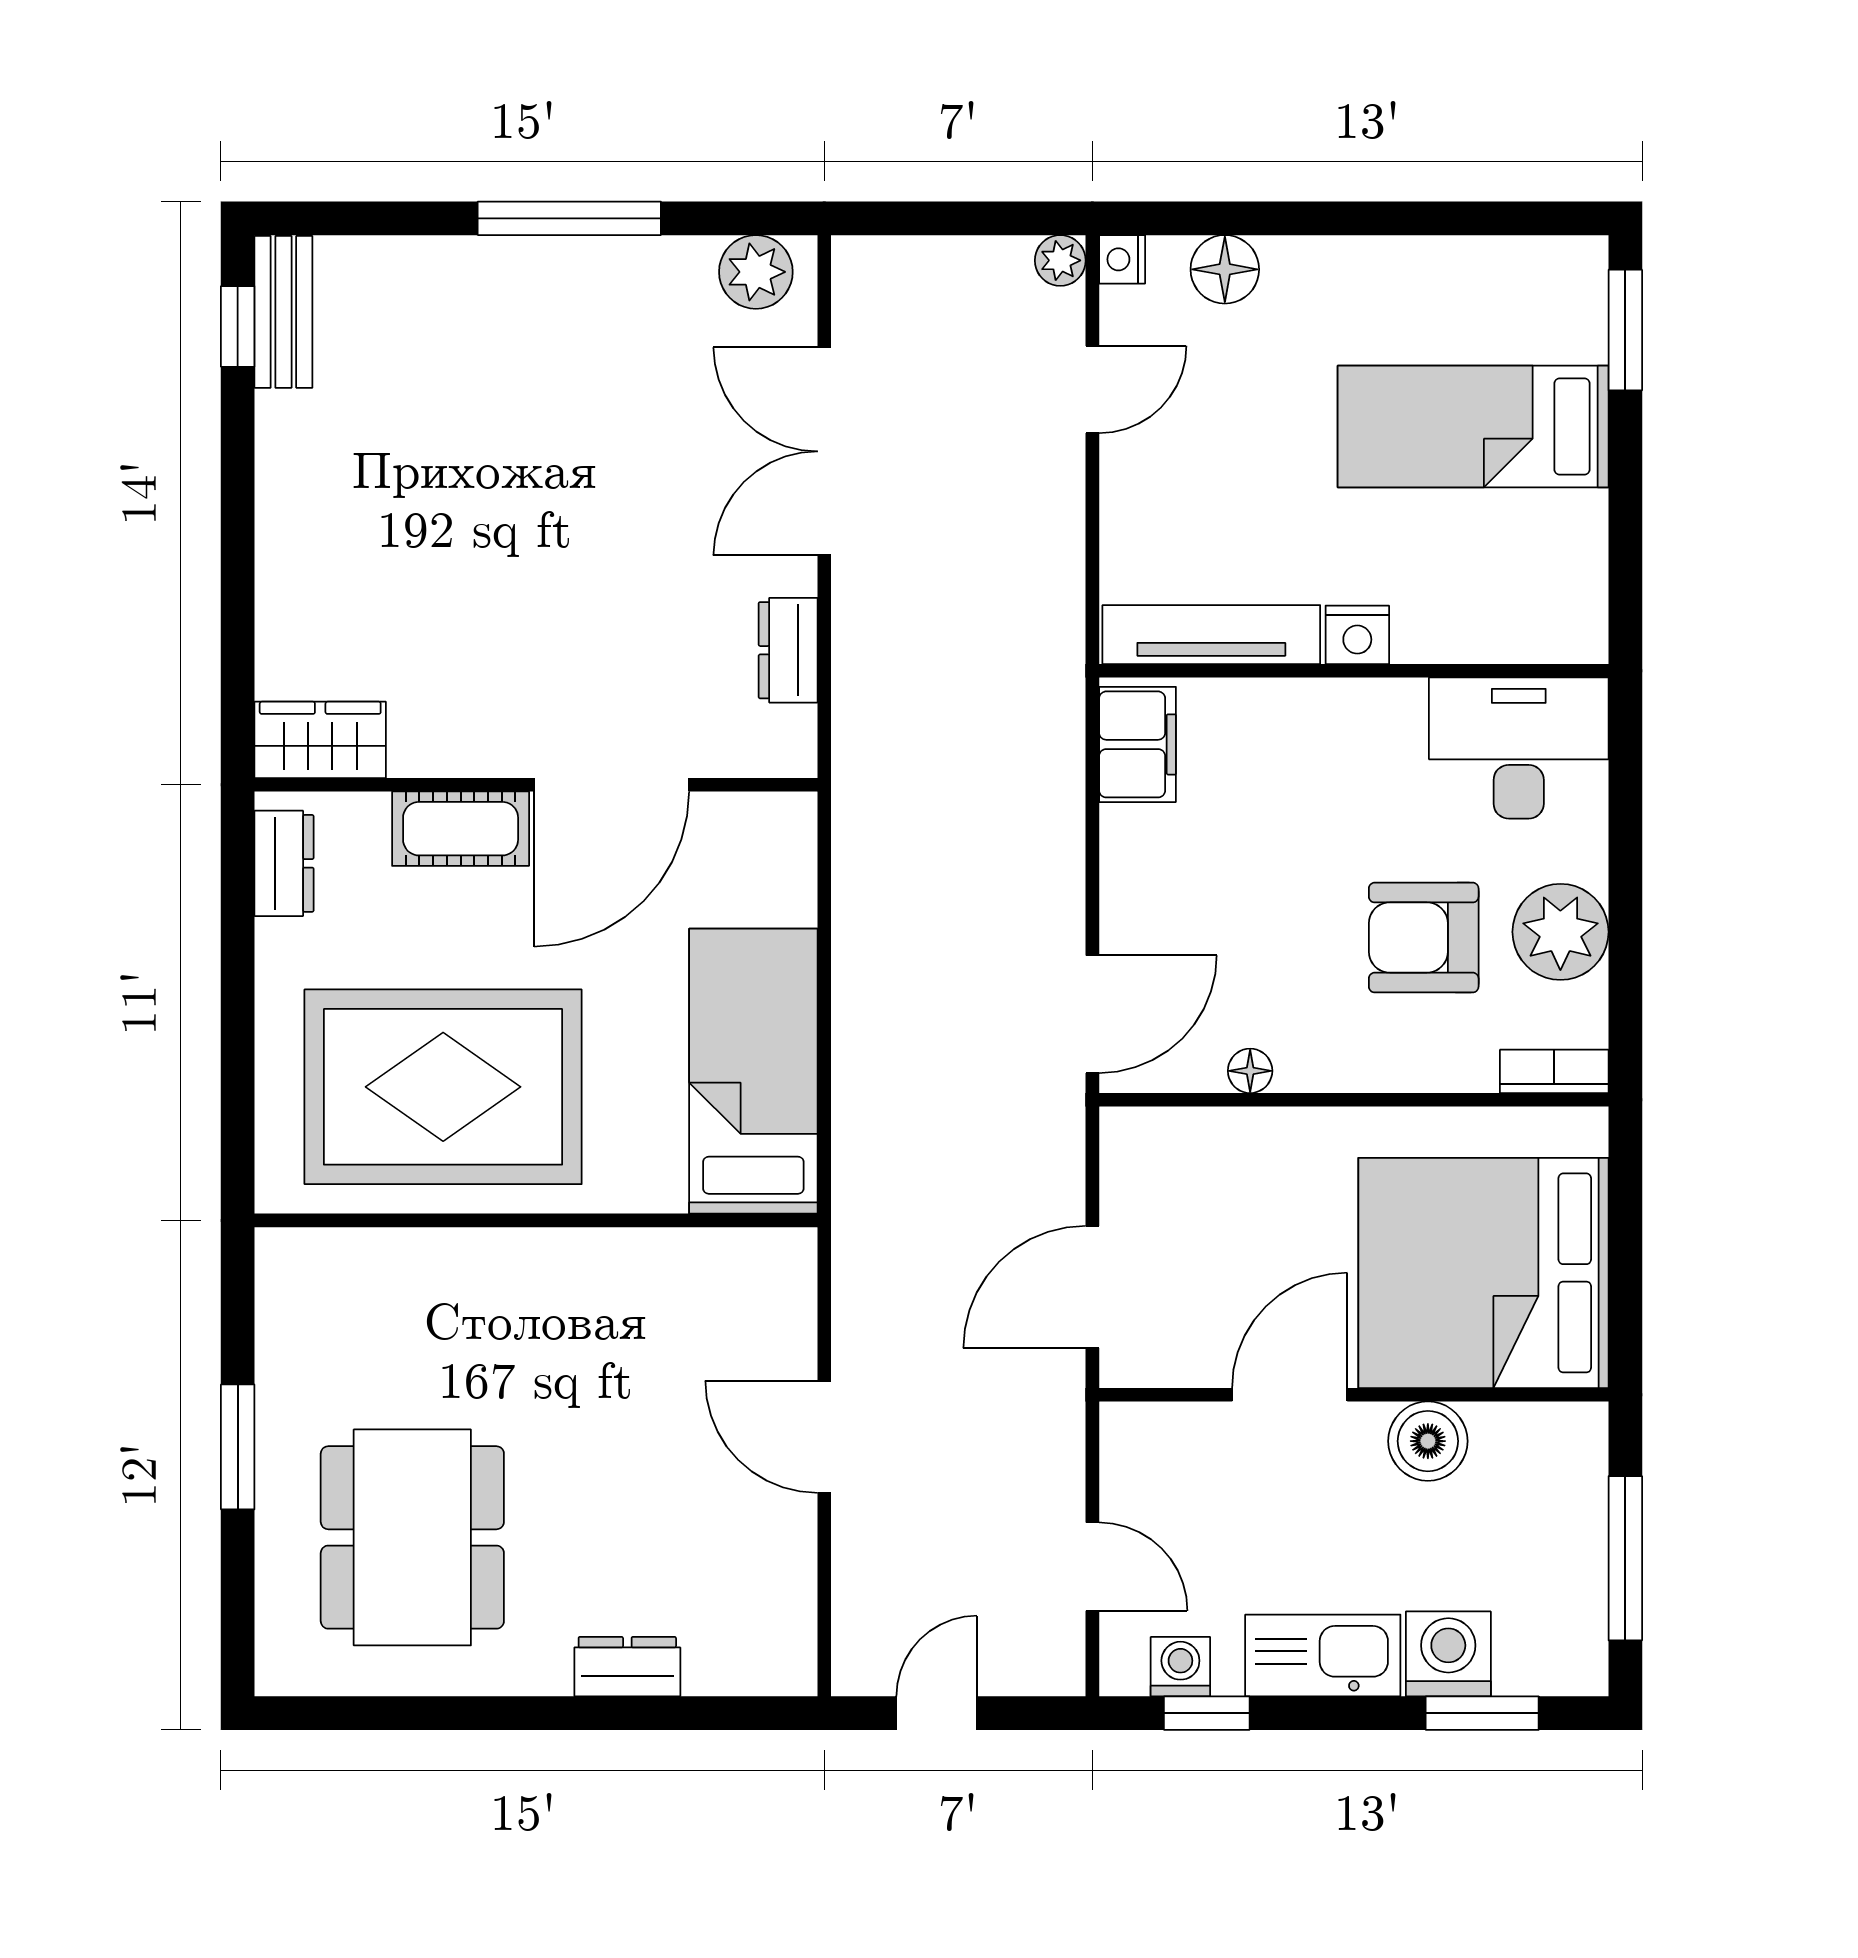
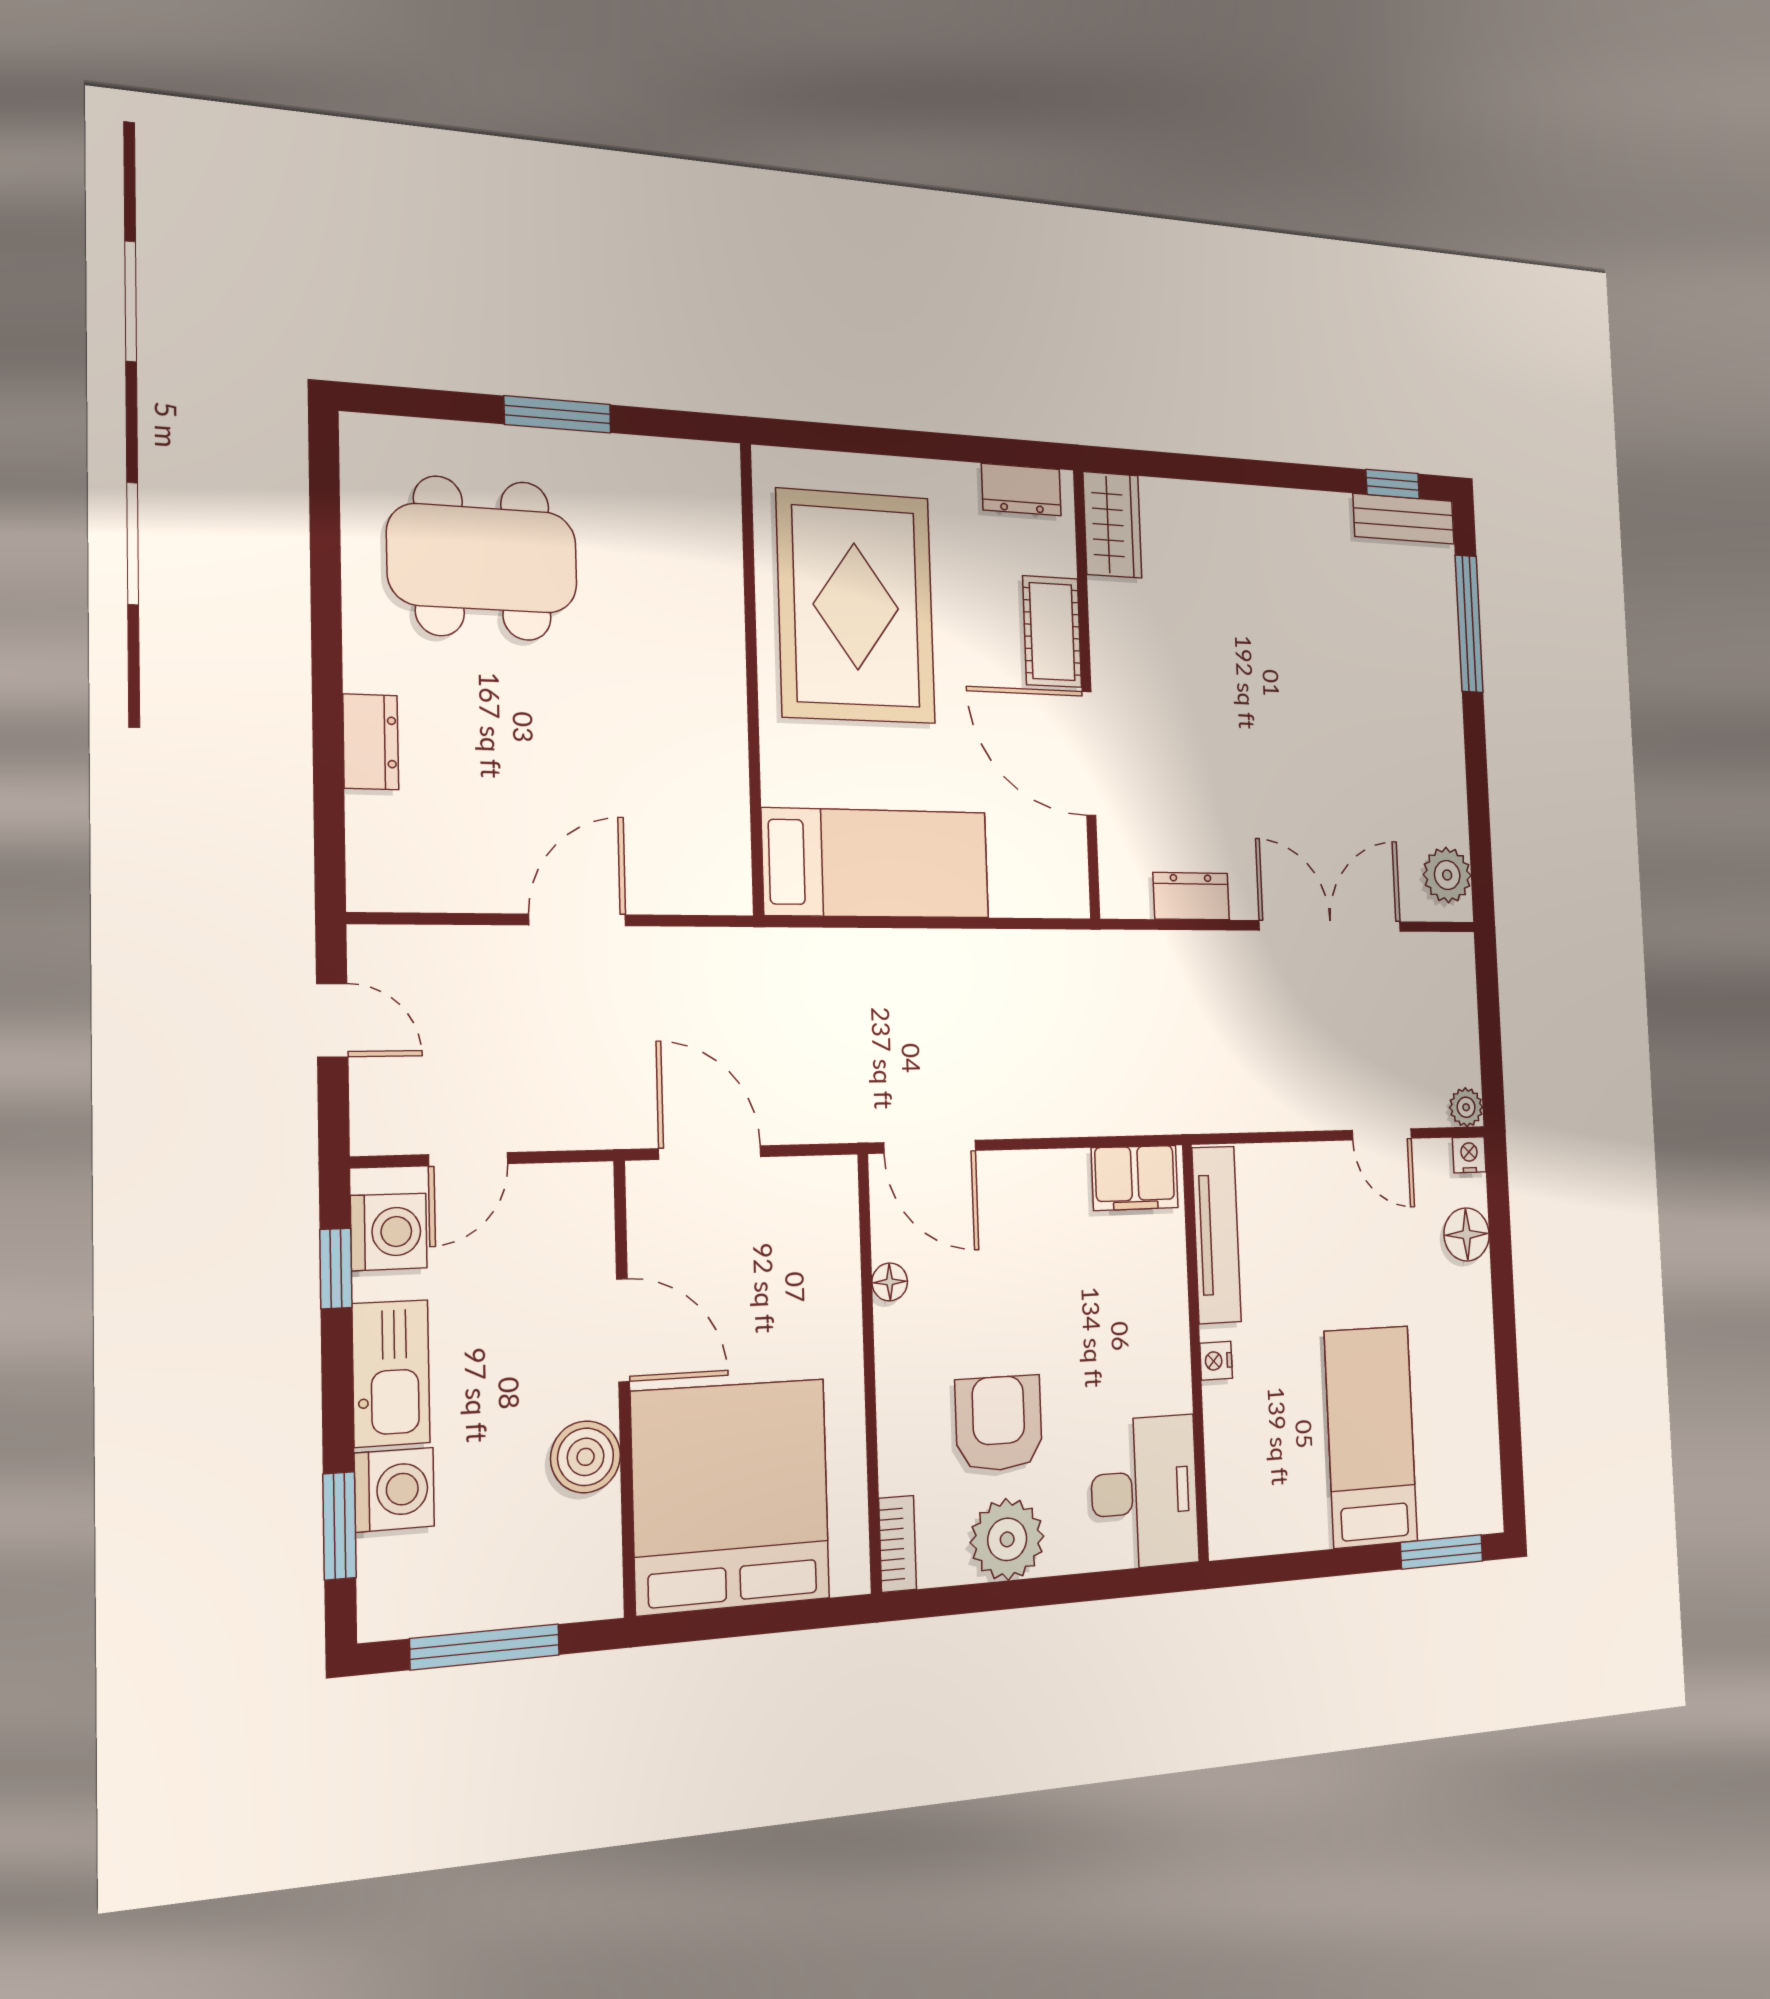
window: (569, 218) -> (1469, 624), moved
nightstand: (1357, 635) -> (1216, 1361), width x0.72, depth x0.74
washing machine: (1180, 1667) -> (389, 1232), width x1.38, depth x1.38

